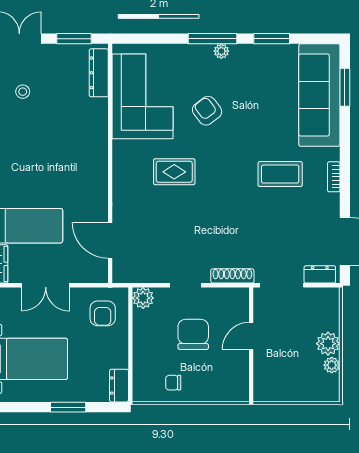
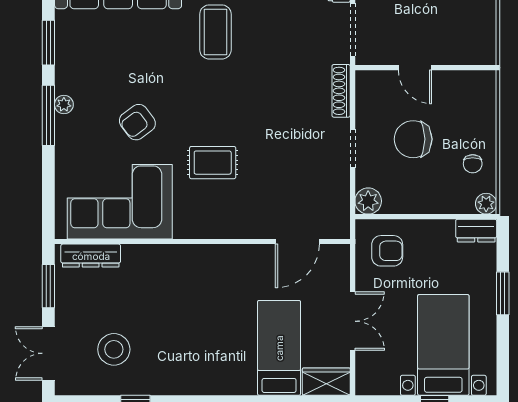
stool: (23, 92) -> (114, 349), width x1.89, depth x1.89
rug: (174, 172) -> (213, 163), turned 90
plant: (141, 394) -> (486, 204), added

